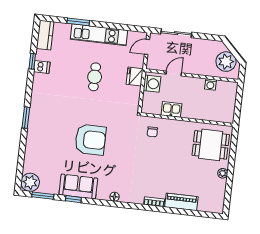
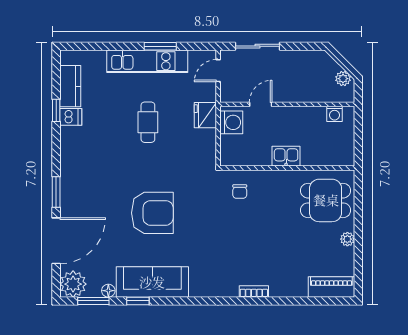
window: (78, 22) -> (160, 46), moved
kitchen counter: (45, 35) -> (70, 86), moved
plant: (226, 62) -> (343, 79), width x0.53, depth x0.53
washing machine: (210, 84) -> (334, 114), moved
kitchen sink: (171, 109) -> (286, 156), moved
door: (22, 151) -> (56, 241), added
sofa: (78, 186) -> (152, 282), width x1.36
floor lamp: (114, 197) -> (108, 291), moved
piano: (181, 202) -> (331, 287), moved

